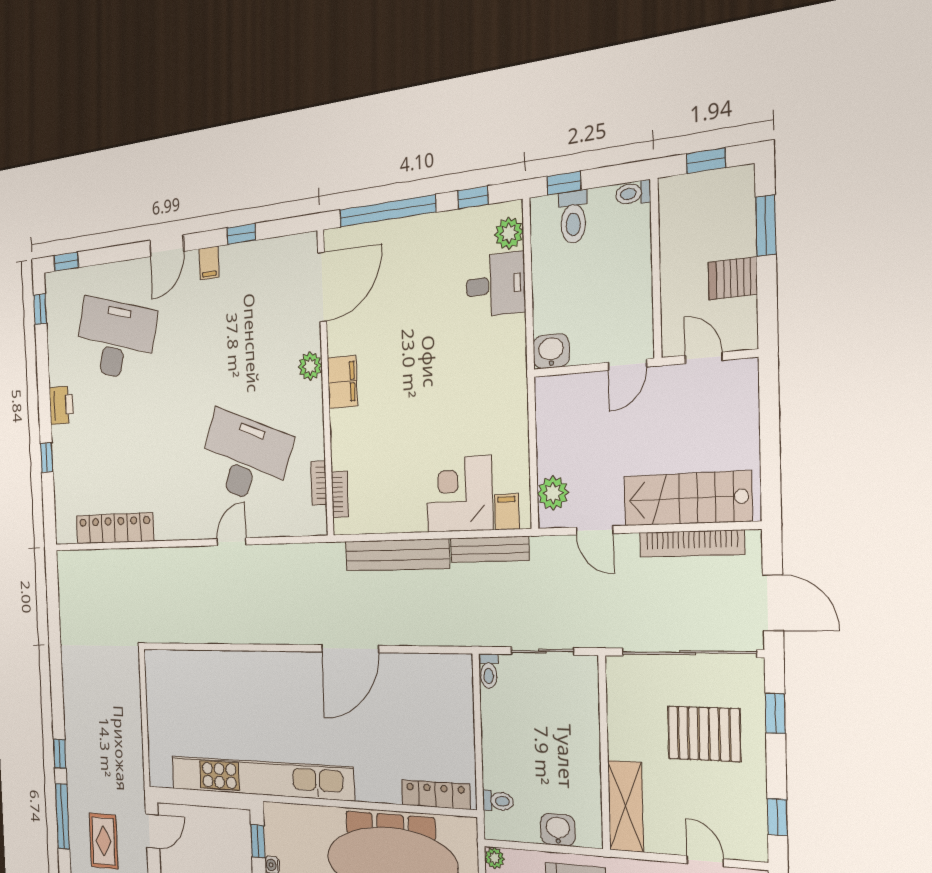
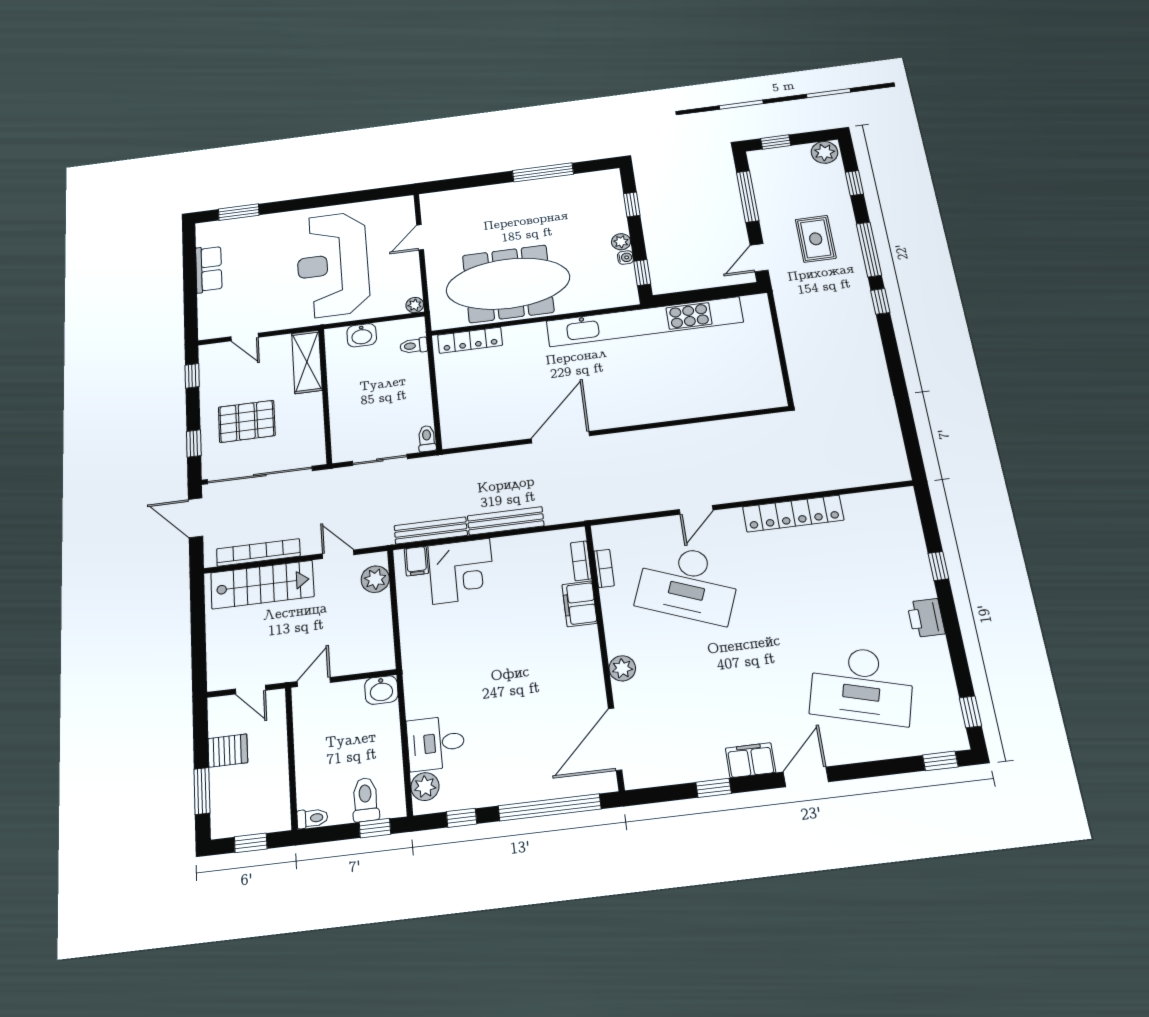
filing cabinet: (209, 263) -> (751, 760), width x2.00
filing cabinet: (342, 382) -> (580, 604), moved
locker: (115, 528) -> (793, 513), moved
bench: (397, 555) -> (506, 521), width x0.73, depth x0.82

